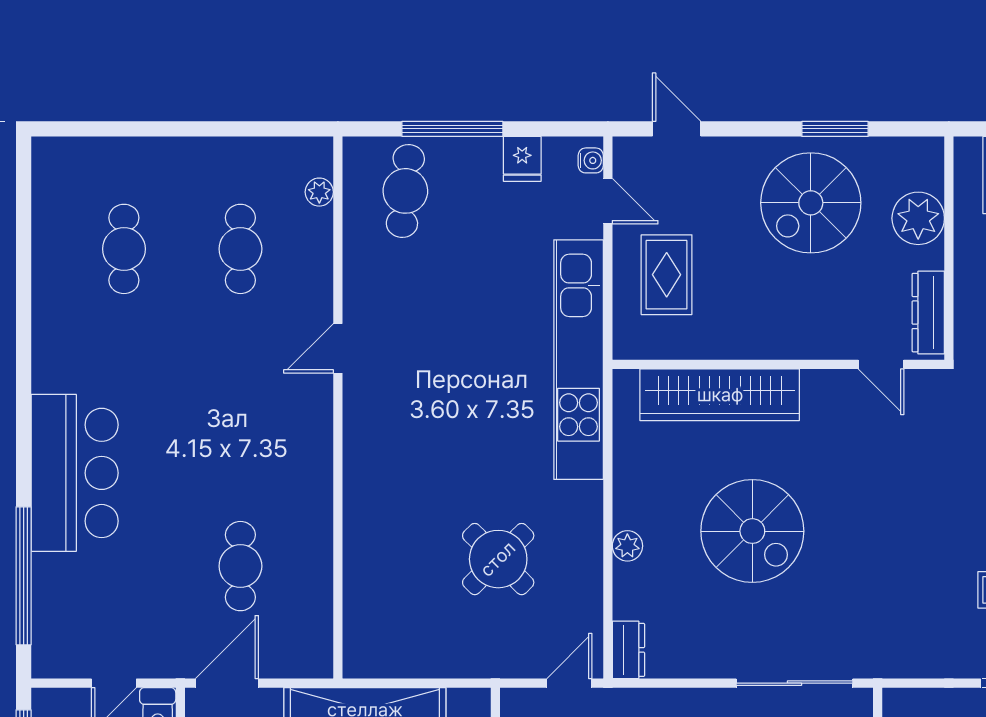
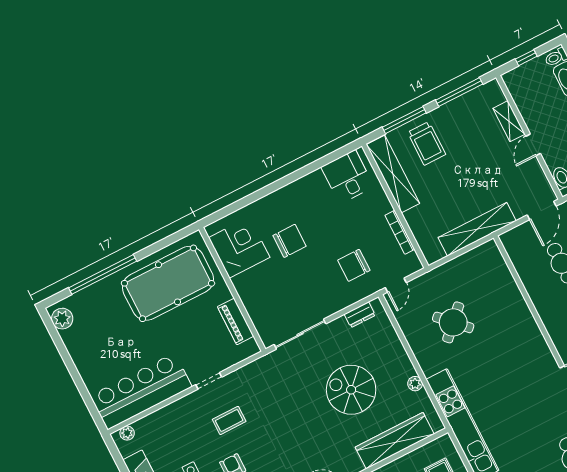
plant: (627, 546) -> (415, 384), moved
dresser: (628, 650) -> (360, 315), moved, turned -90

